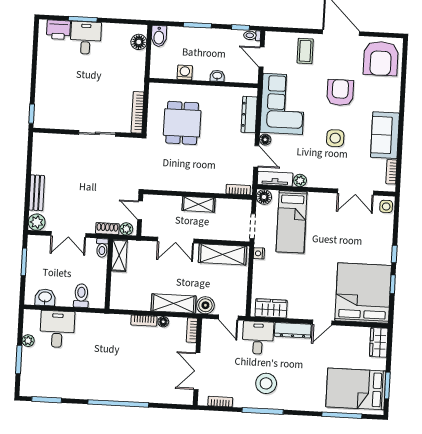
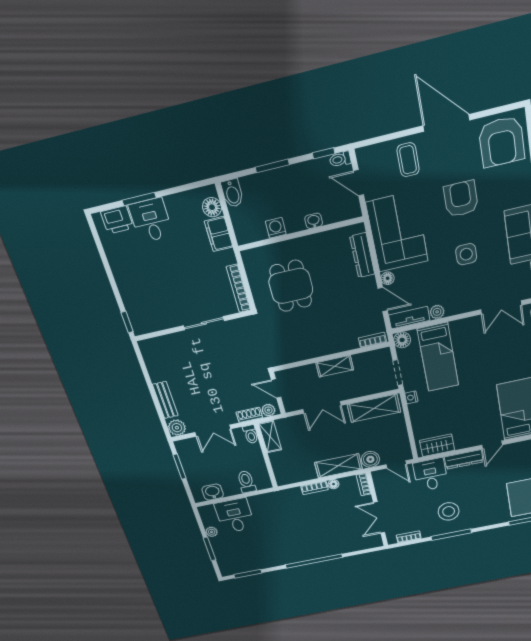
filing cabinet: (137, 64) -> (219, 234), added

